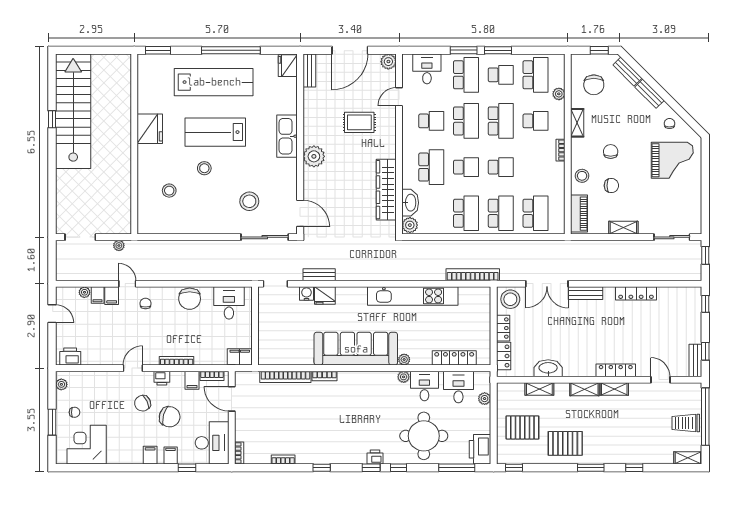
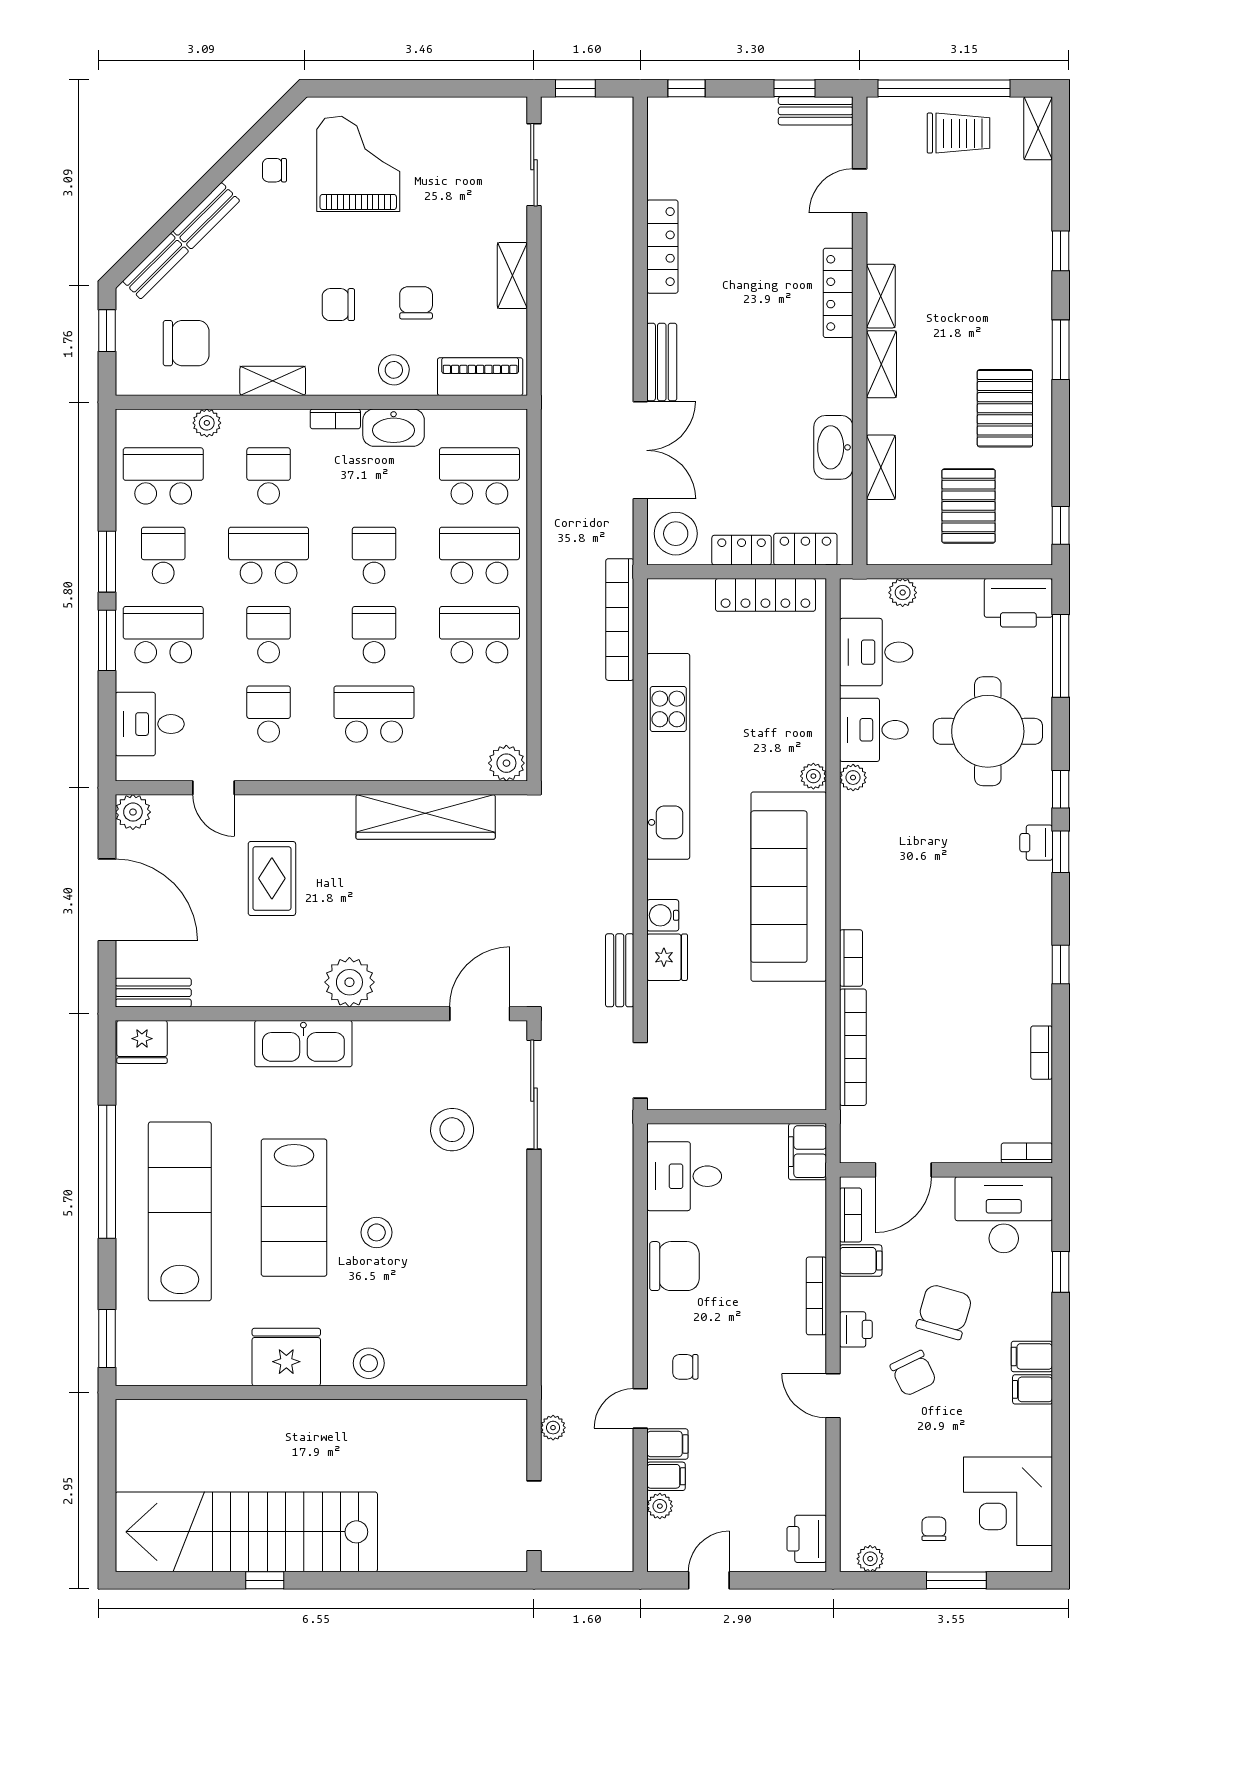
school desk: (466, 121) -> (269, 635), width x0.54
stool: (169, 191) -> (369, 1363), moved
washbasin: (410, 203) -> (394, 428), moved, turned 180
water cooler: (306, 294) -> (663, 915), moved
locker: (454, 358) -> (765, 595), moved, turned -90
trolley: (686, 423) -> (958, 133), turned -90
filing cabinet: (171, 455) -> (1033, 1389), moved

